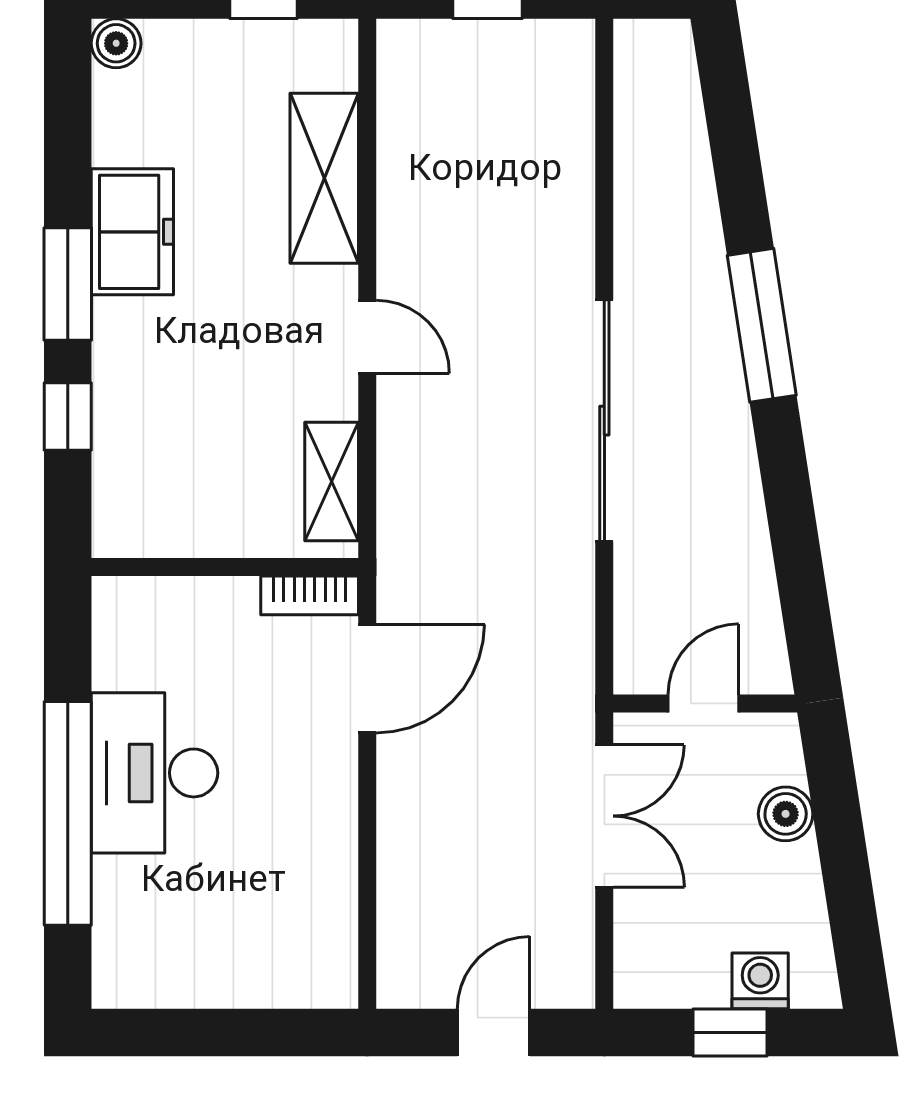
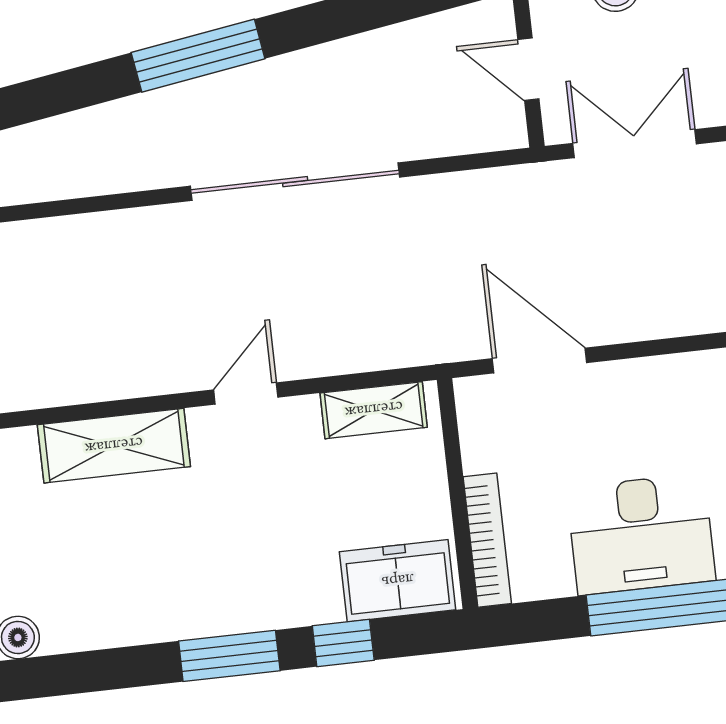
freezer: (132, 232) -> (398, 581), moved
bookcase: (310, 595) -> (487, 540), moved, width x1.56

